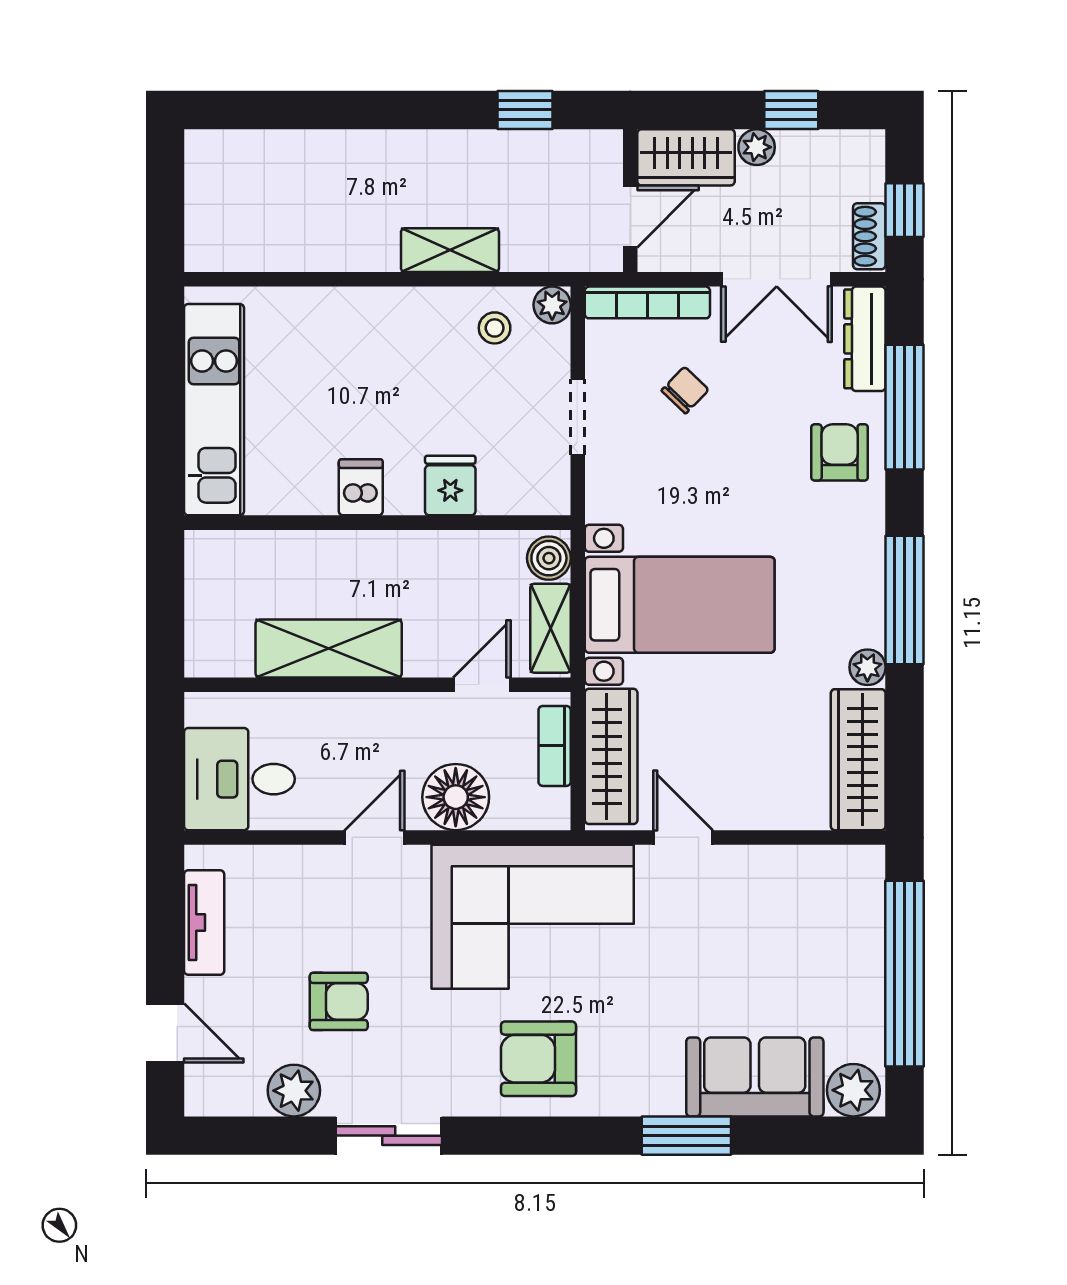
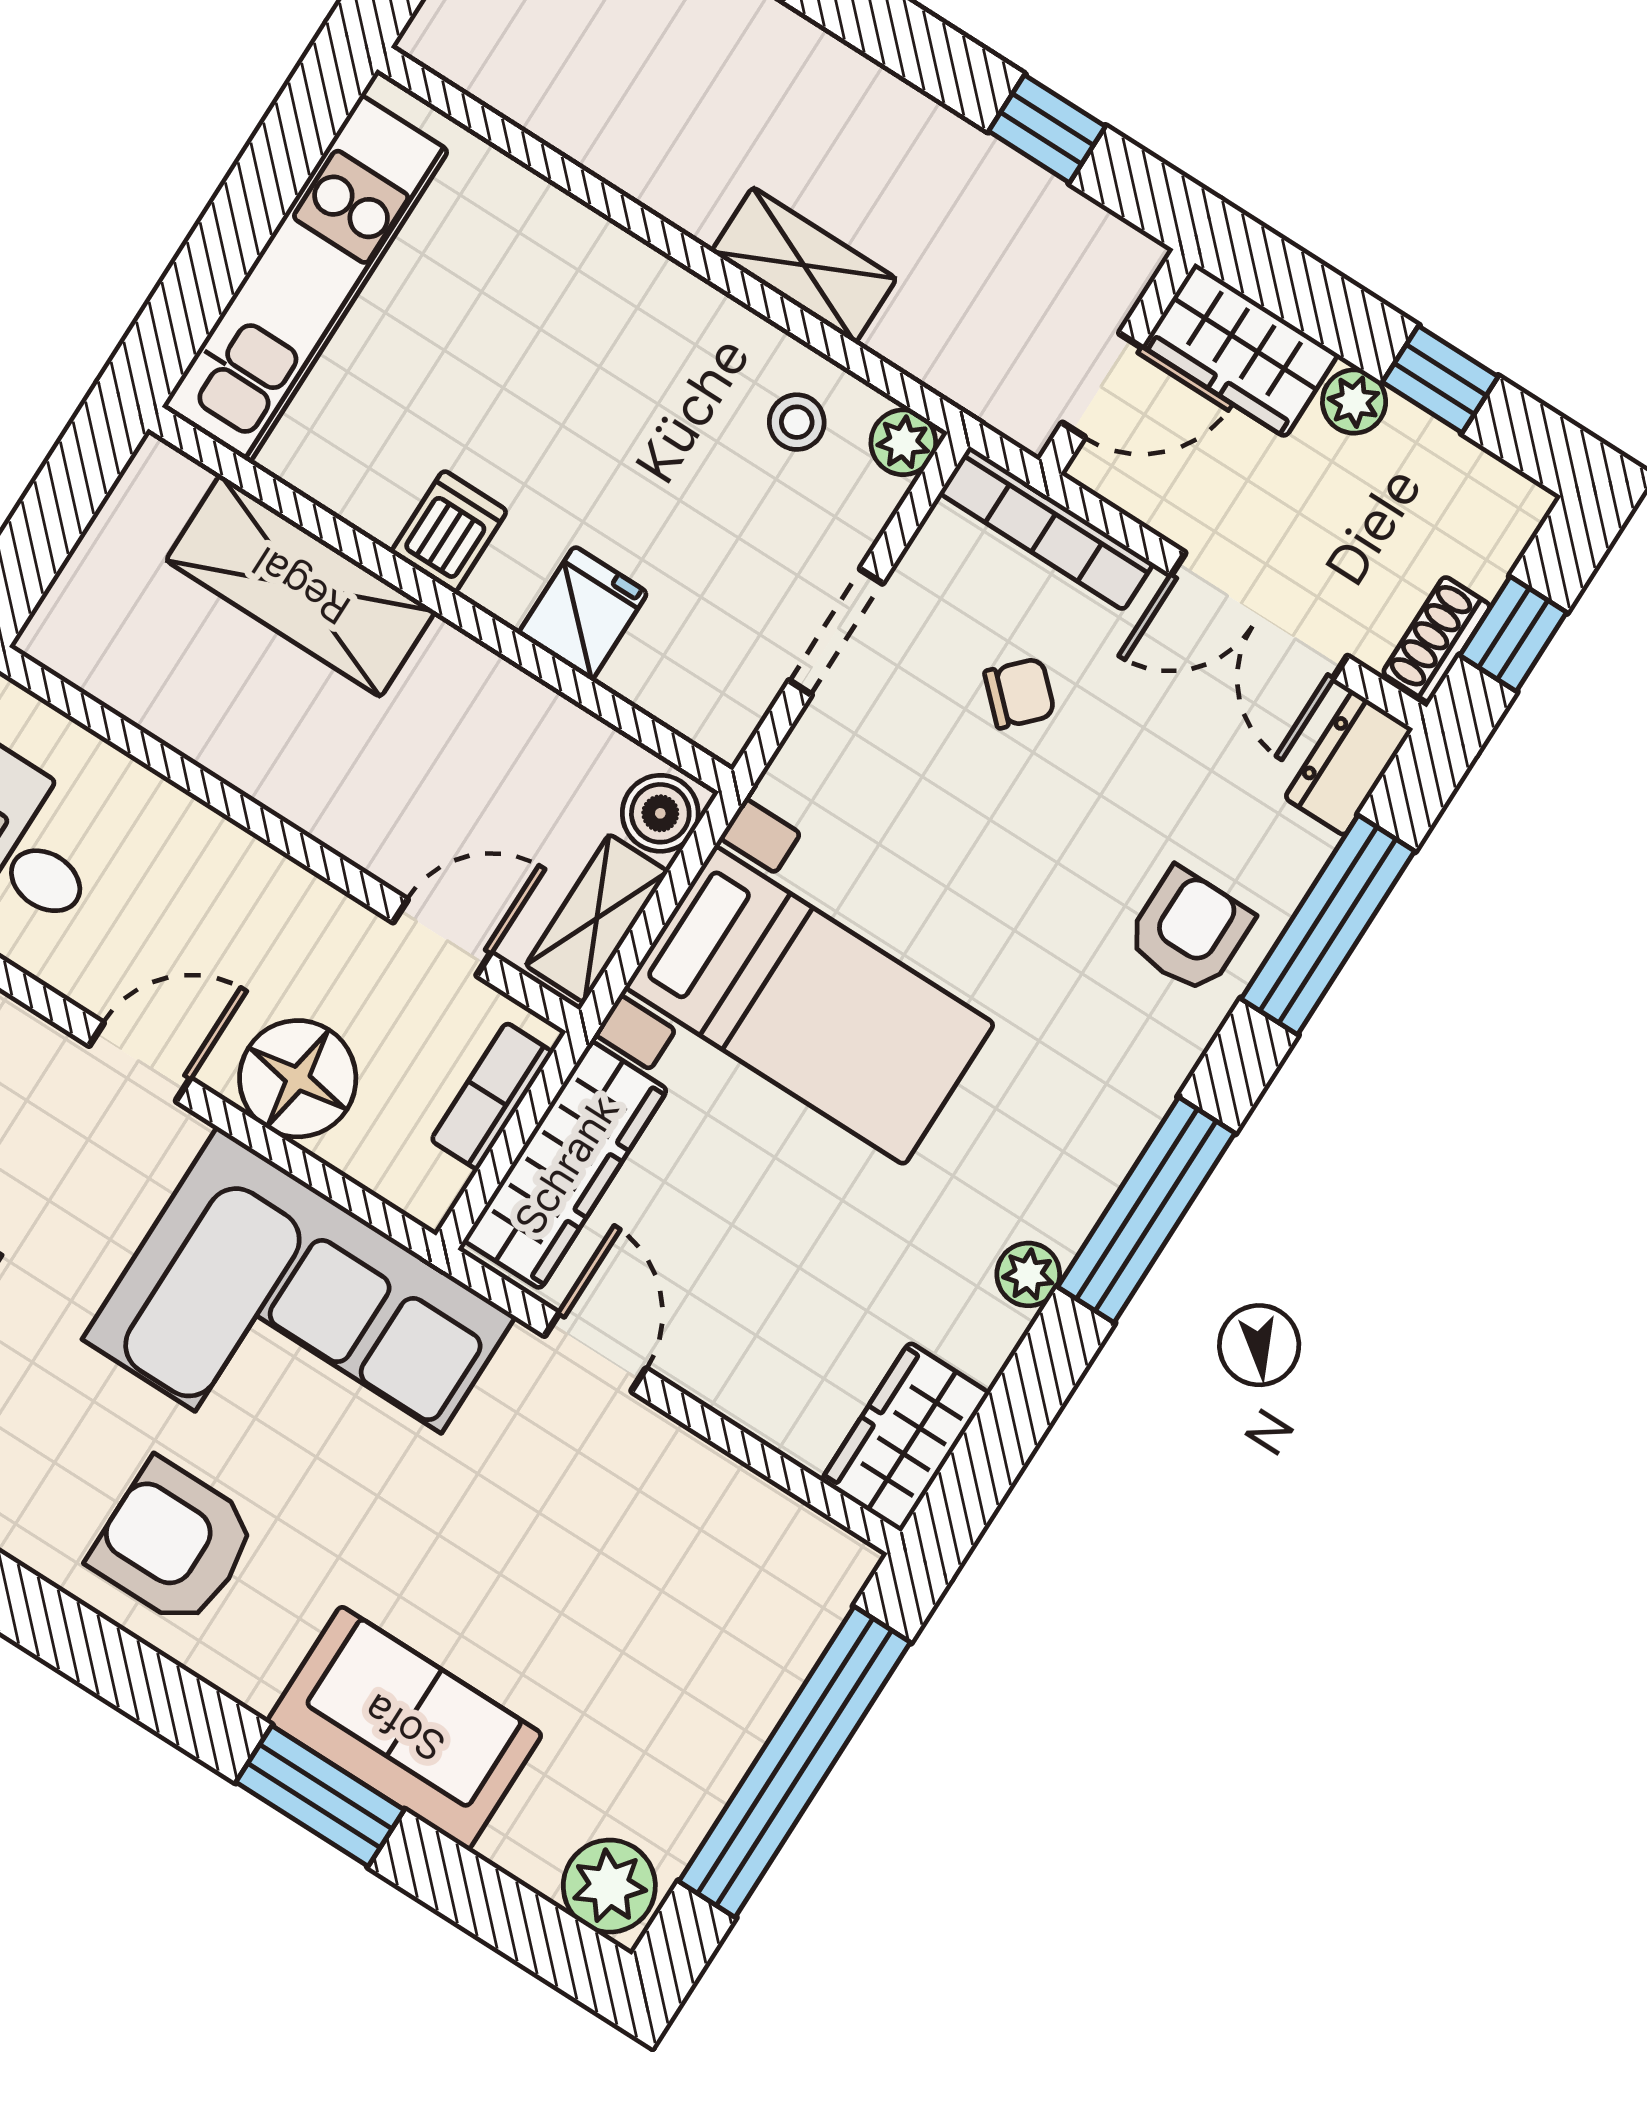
dresser: (865, 339) -> (1349, 763), width x0.70
shelving: (329, 648) -> (301, 586), moved
wardrobe: (858, 760) -> (905, 1437), width x0.67
sofa: (755, 1077) -> (404, 1728), moved

